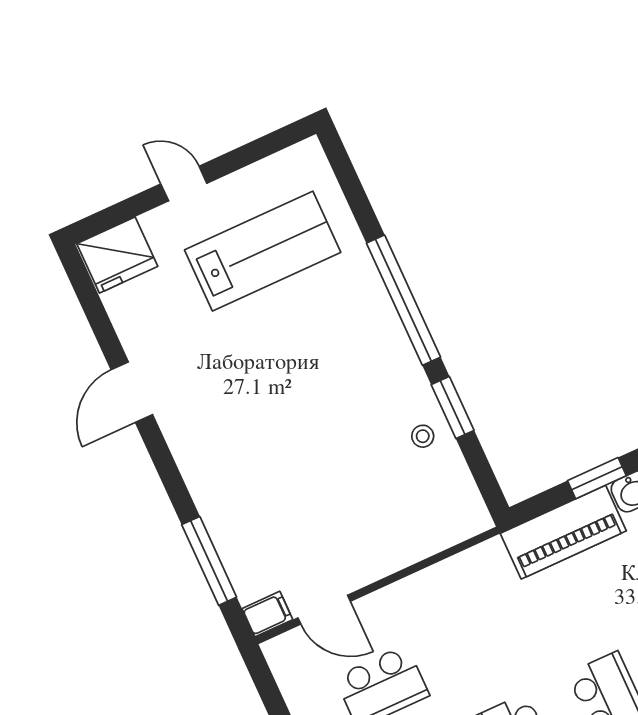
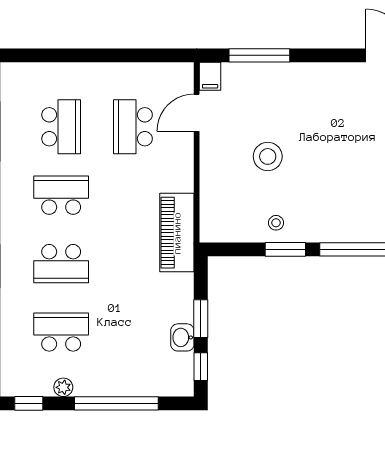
stool: (339, 488) -> (268, 156), added
piano: (563, 532) -> (177, 233), moved

